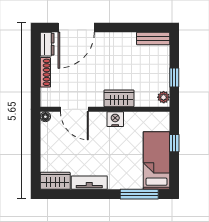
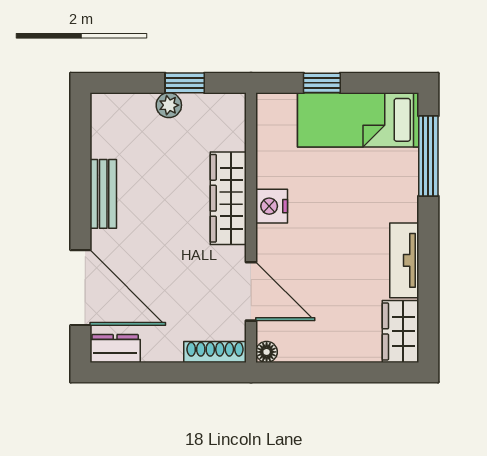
bench: (153, 39) -> (103, 194), moved
shoe rack: (45, 72) -> (215, 352), moved
plant: (164, 97) -> (169, 105), moved
wardrobe: (119, 98) -> (228, 198), width x1.50
door: (74, 109) -> (251, 291), hinge flipped

